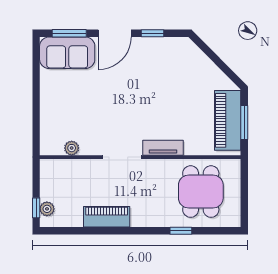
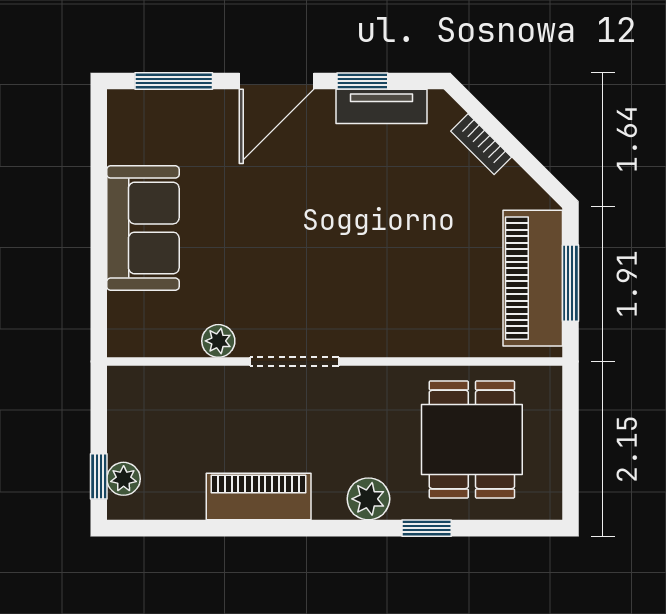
sofa: (67, 53) -> (143, 228), moved, turned -90
bookcase: (205, 61) -> (481, 144), added
plant: (72, 148) -> (218, 341), moved
tv unit: (163, 148) -> (381, 106), moved, turned 180
plant: (155, 218) -> (368, 499), added

